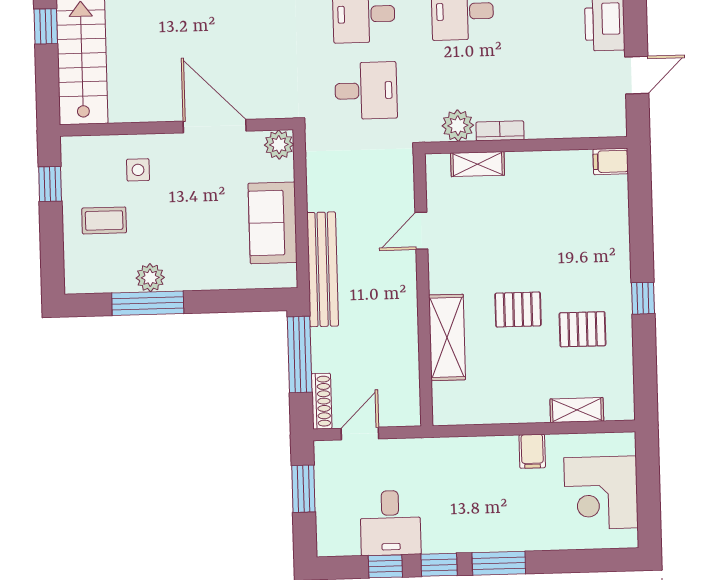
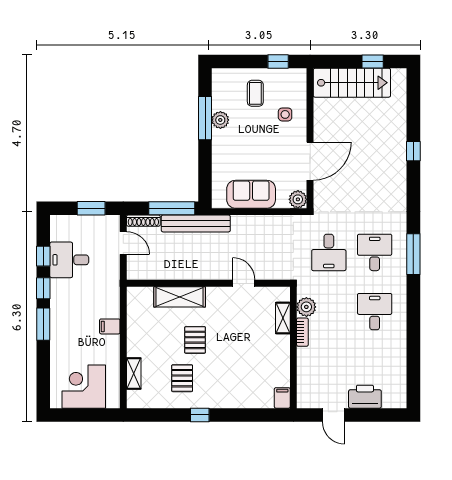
bench: (323, 269) -> (196, 223), moved
filing cabinet: (532, 451) -> (110, 326), moved

